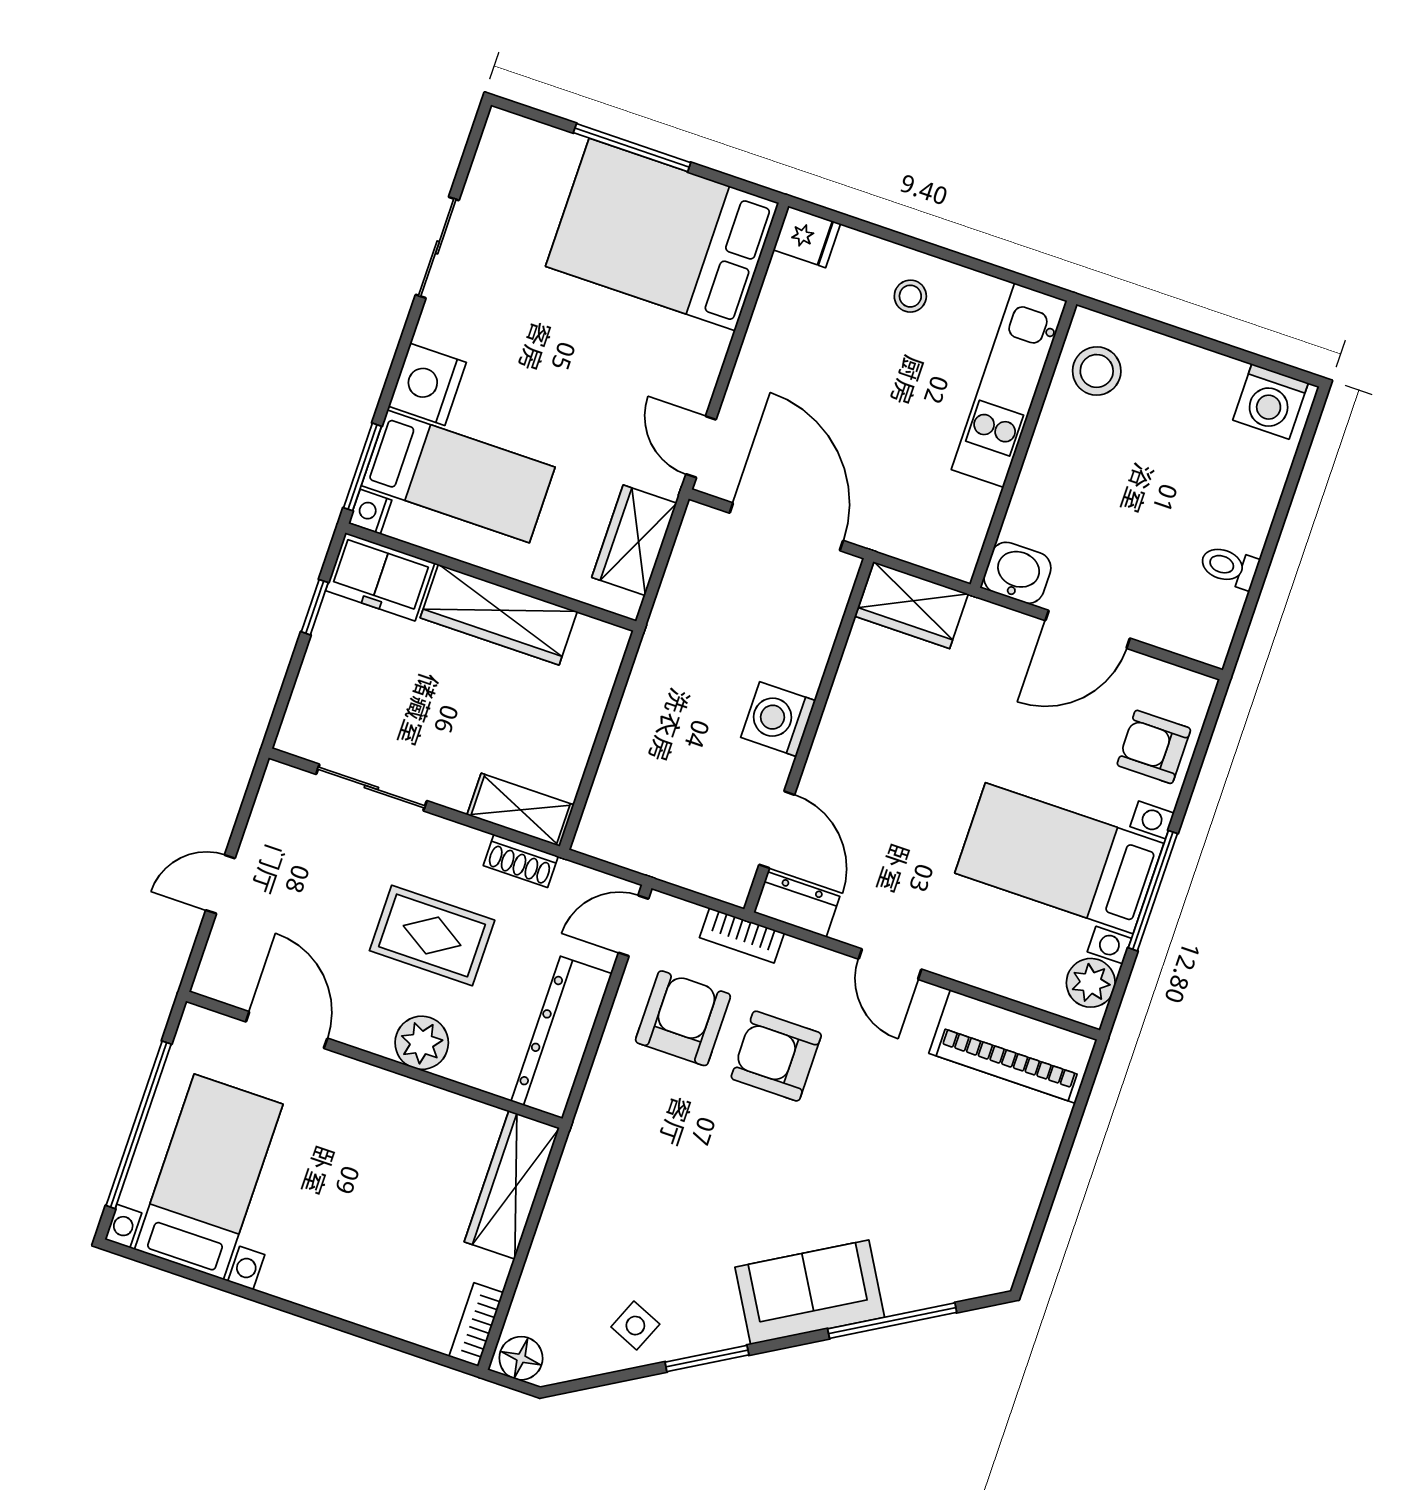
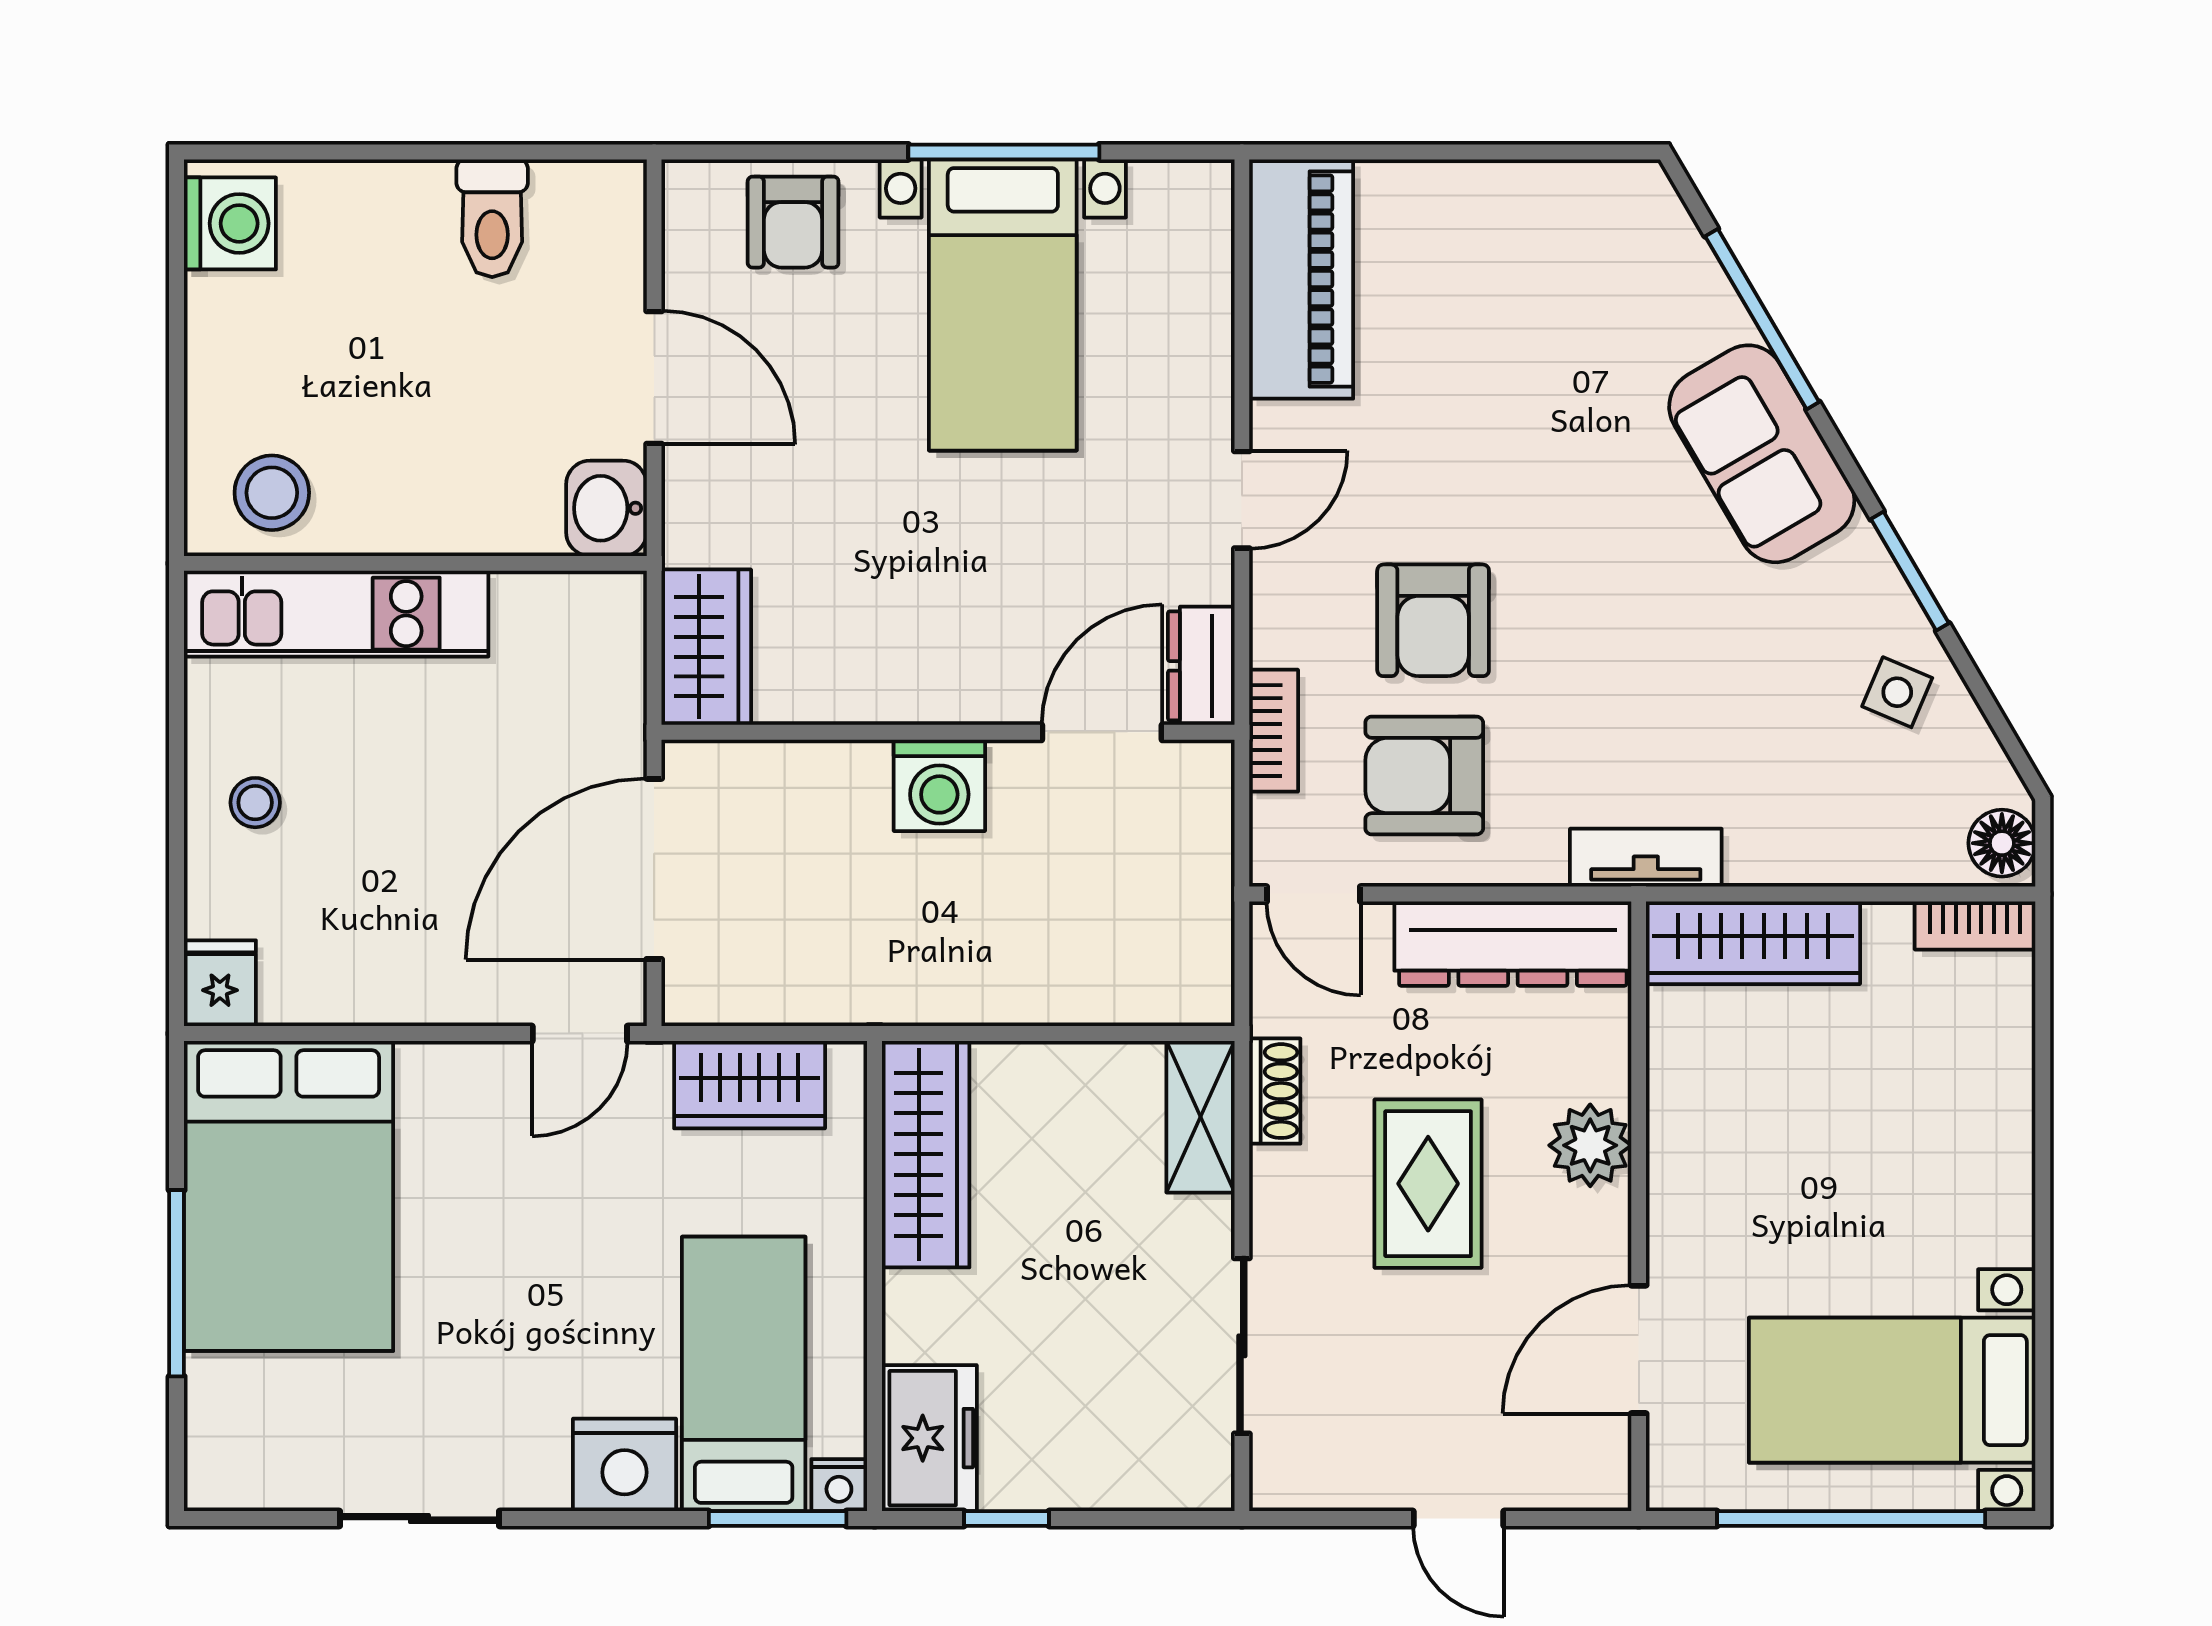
toilet: (1229, 567) -> (492, 218), width x1.37, depth x1.39
wardrobe: (499, 615) -> (926, 1154), moved
plant: (1091, 983) -> (1169, 197), removed
tv unit: (586, 1137) -> (1646, 858), added

